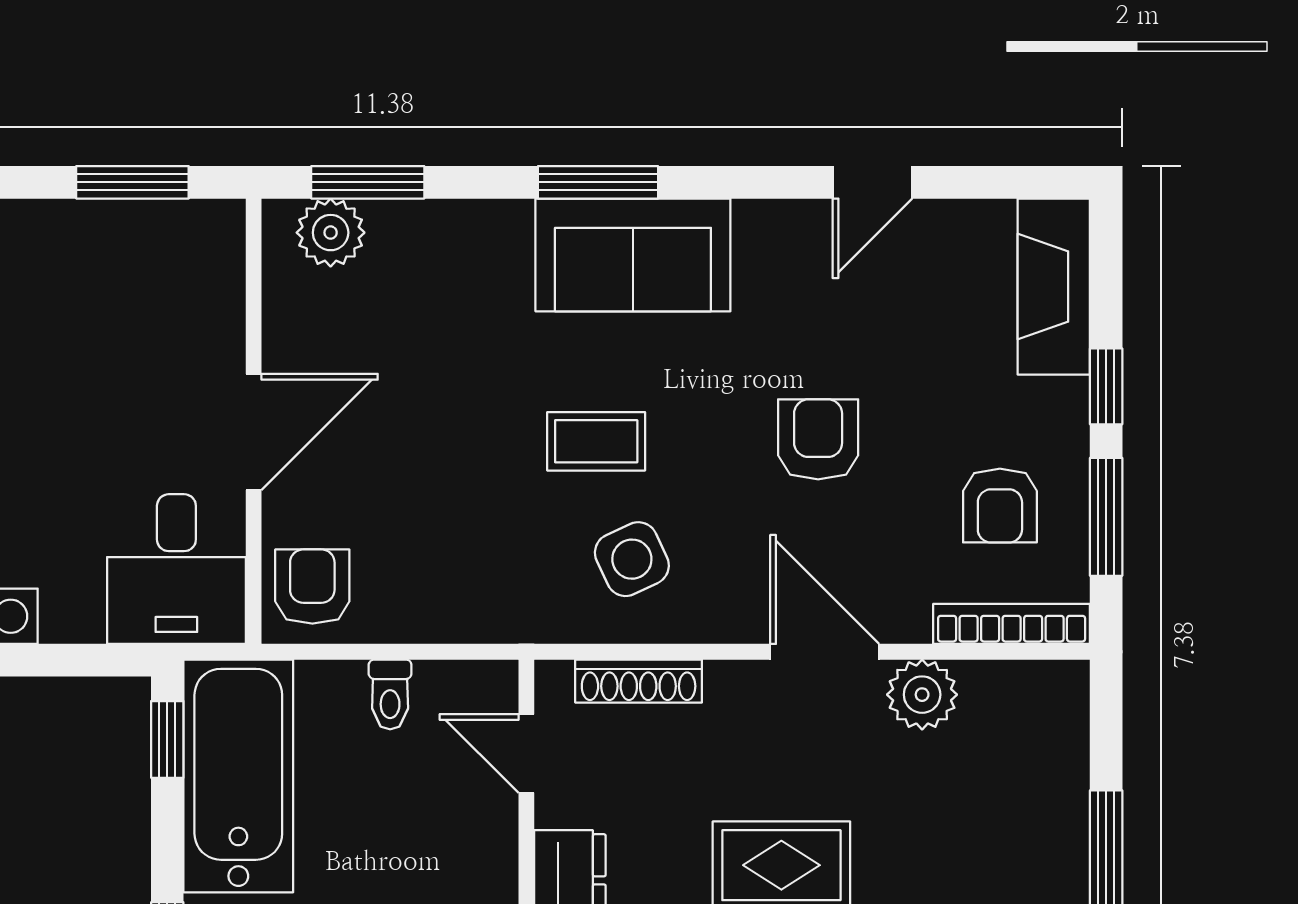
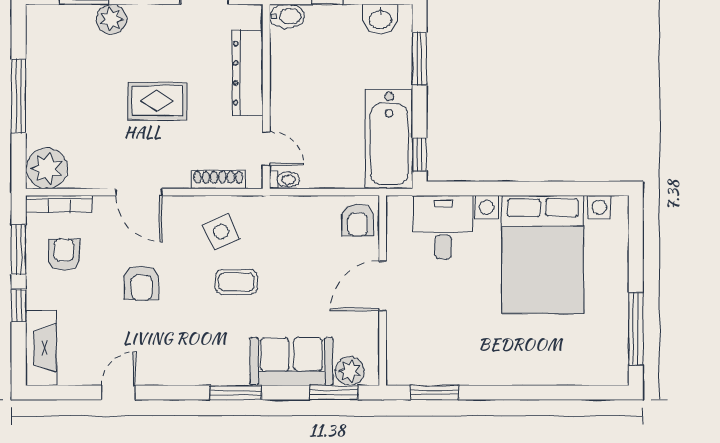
sofa: (633, 255) -> (291, 362), moved
desk: (176, 569) -> (443, 227), moved
toilet: (390, 694) -> (284, 180), moved, turned 90
plant: (922, 695) -> (47, 168), moved, width x1.36, depth x1.36

